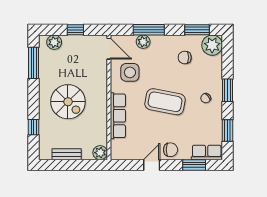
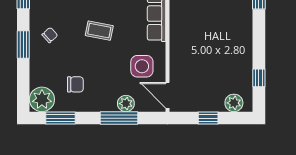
window: (34, 63) -> (259, 78), width x0.46
spiral stairs: (68, 102) -> (217, 31), removed
coffee table: (165, 102) -> (99, 31), width x0.54, depth x0.58

